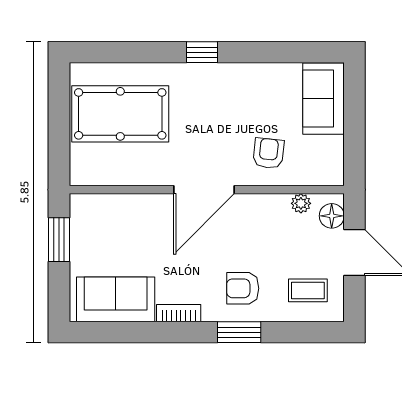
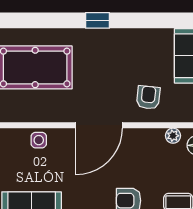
side table: (125, 209) -> (39, 140), added

